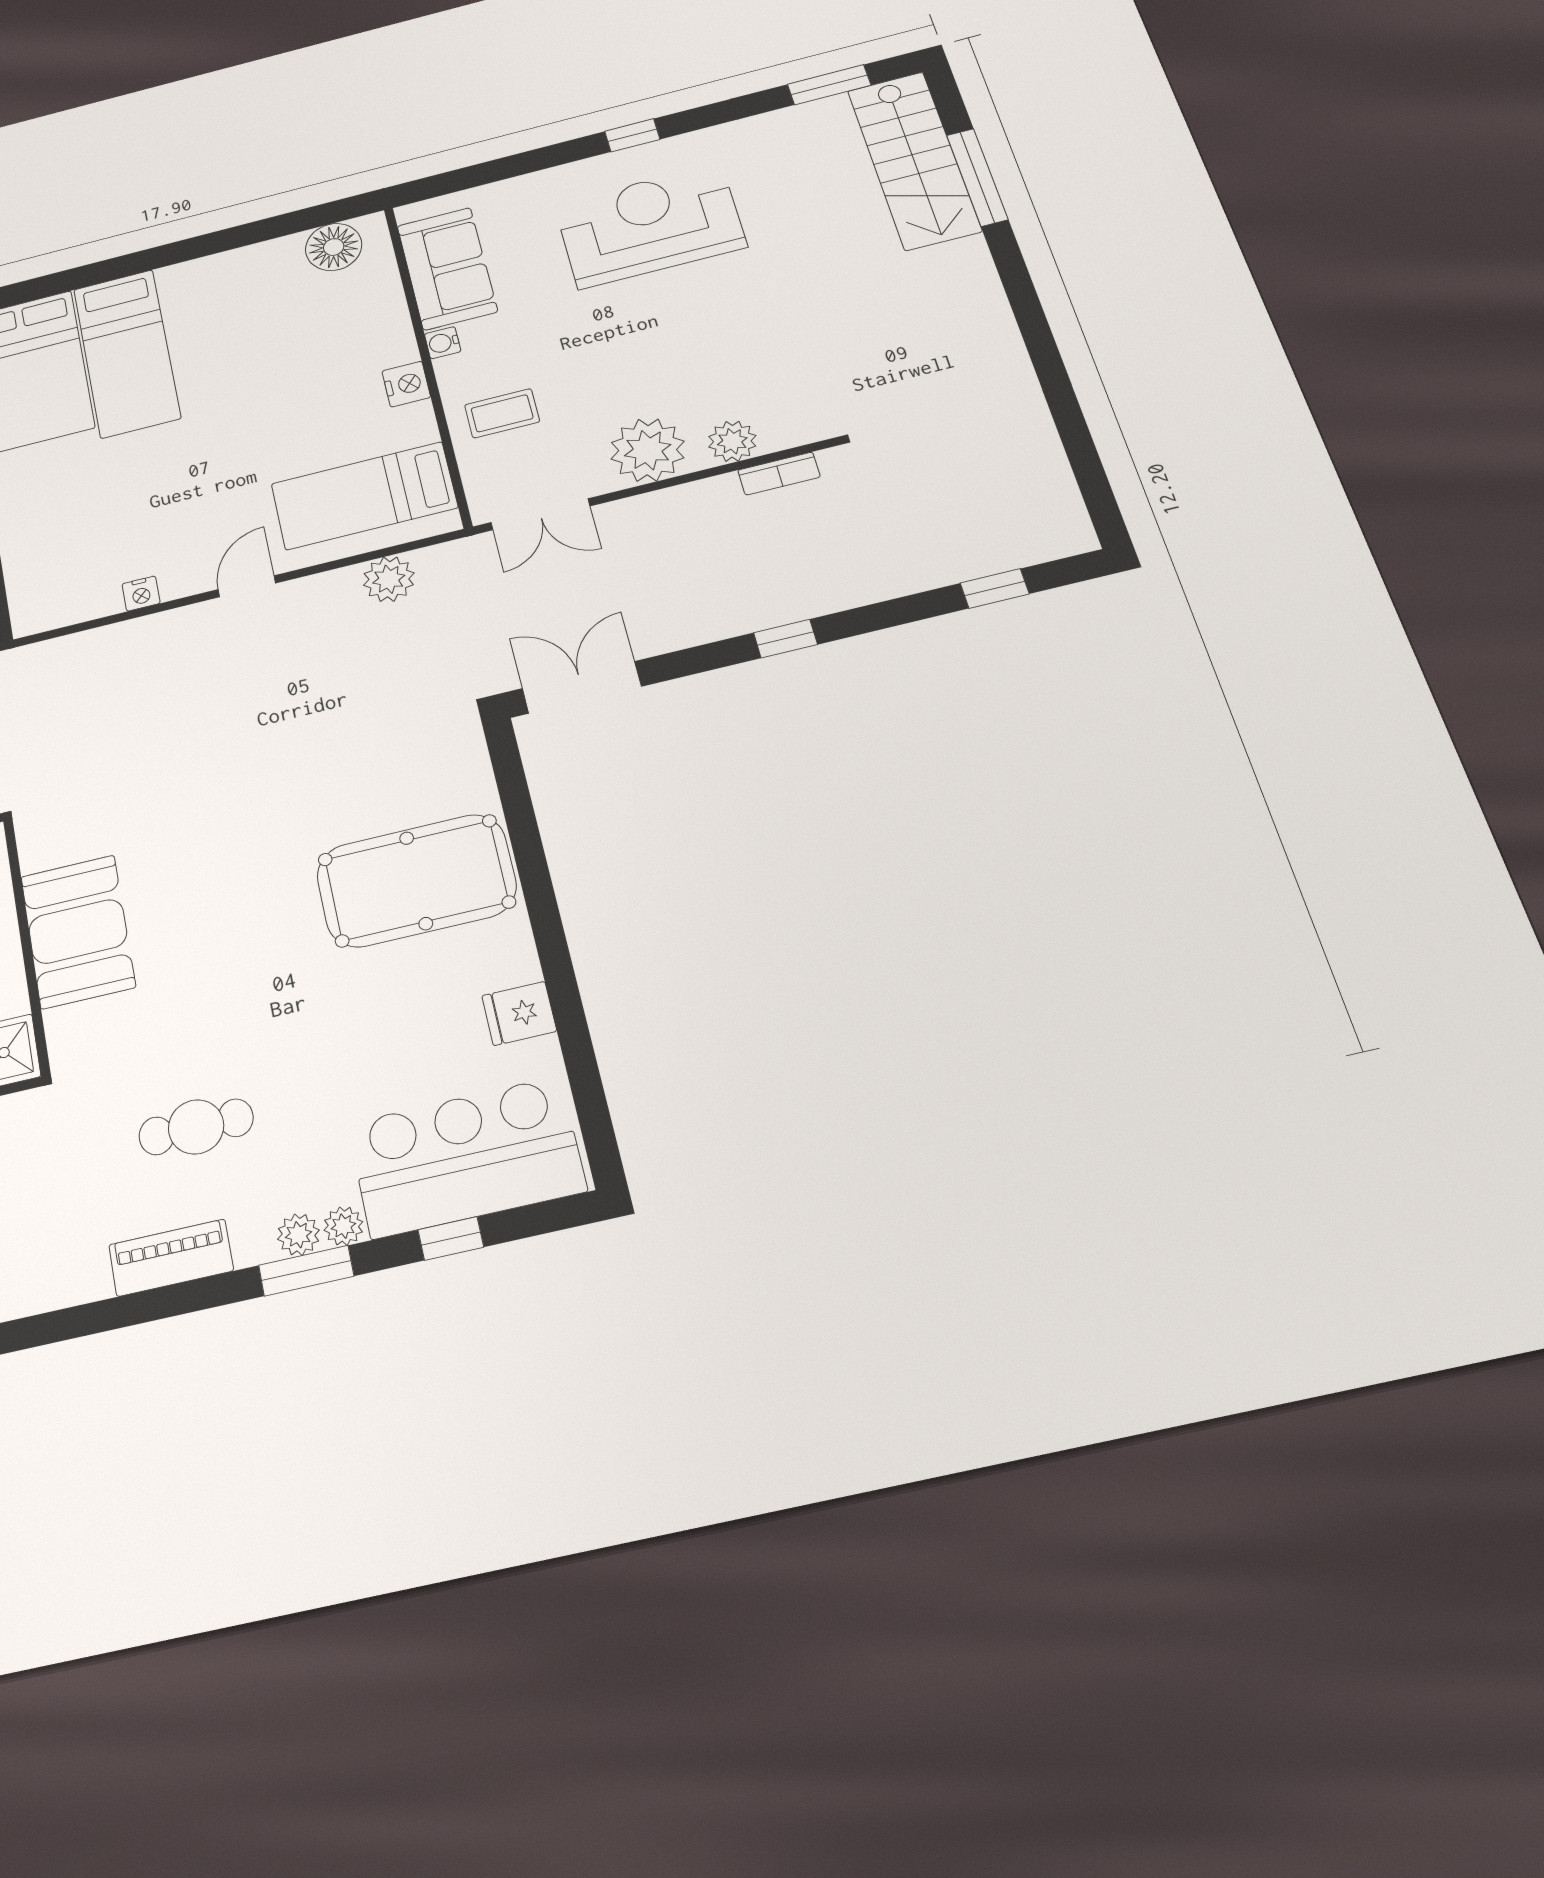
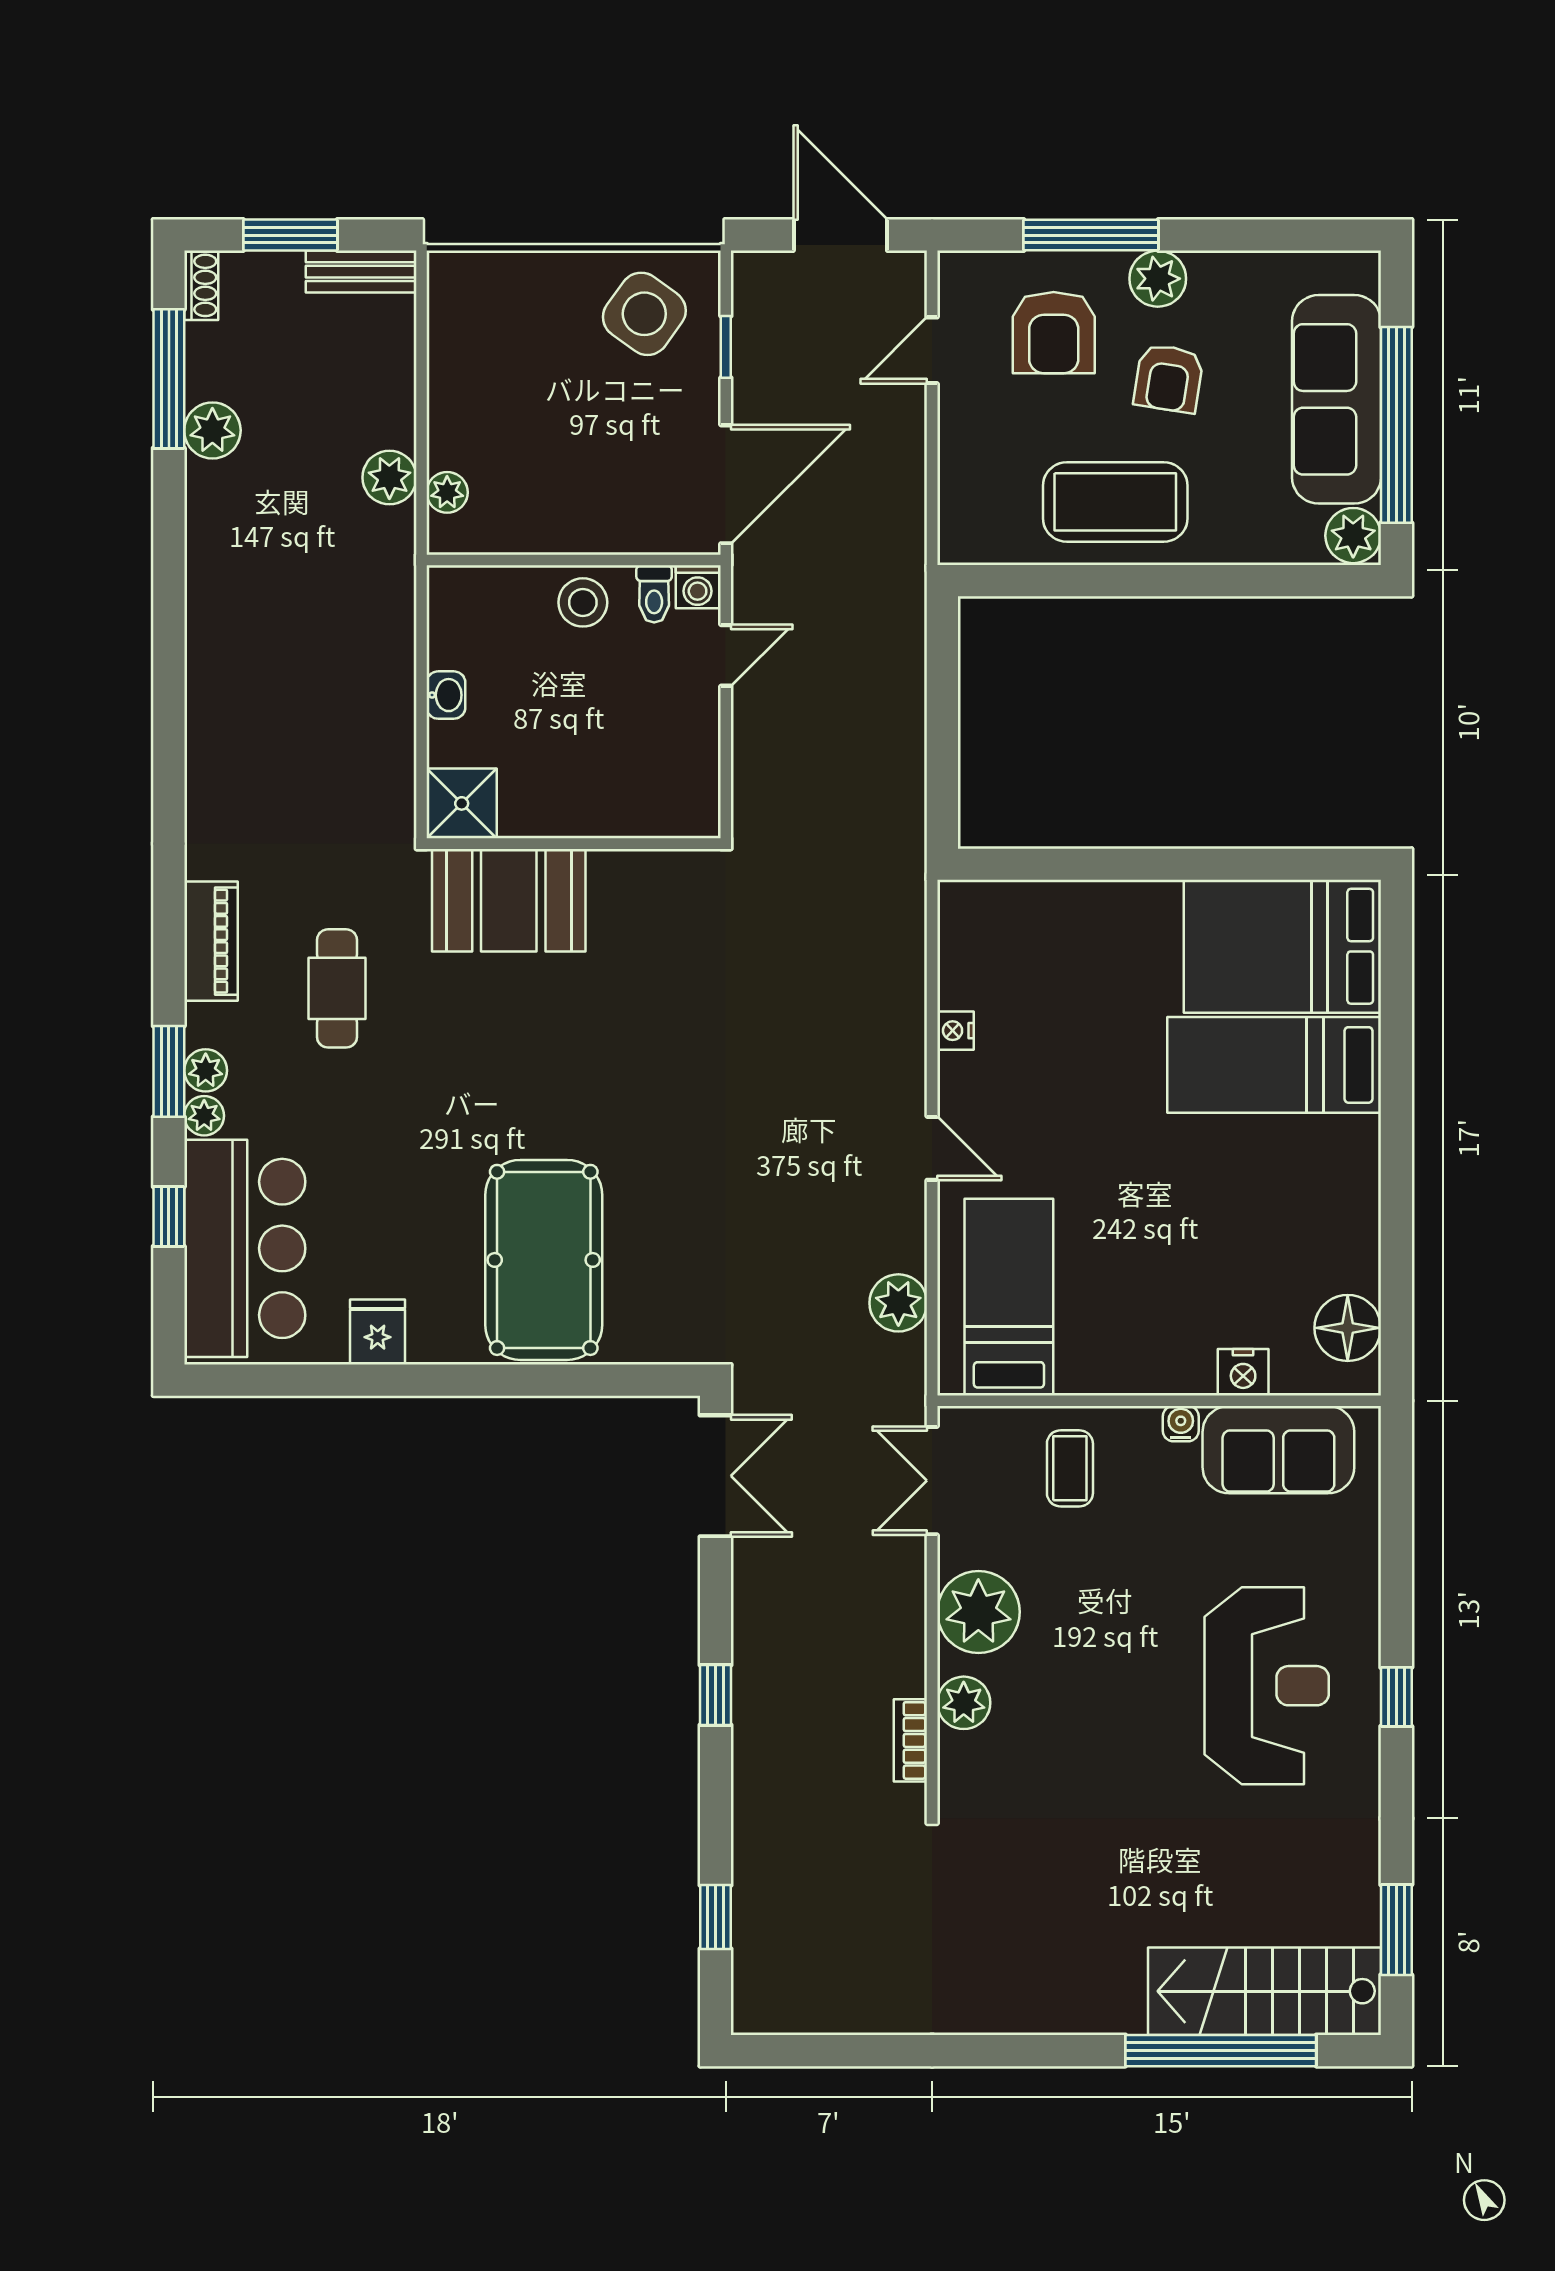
window: (977, 177) -> (1221, 2051), width x1.46
nightstand: (406, 384) -> (1243, 1372), moved
booth: (78, 932) -> (509, 900), moved

